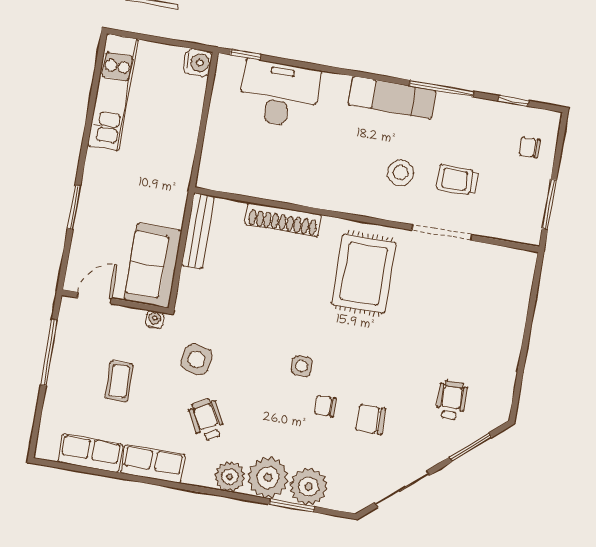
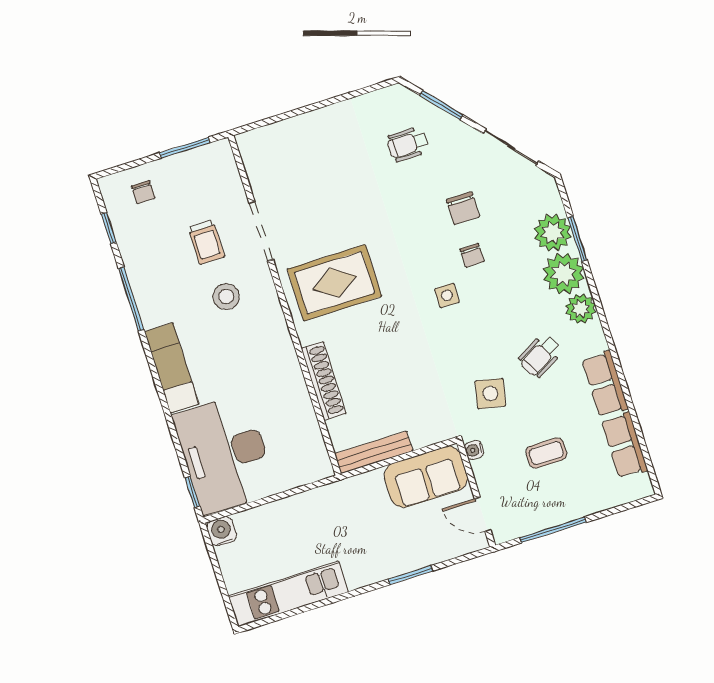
desk: (279, 94) -> (225, 454), width x1.36, depth x1.30
exam couch: (392, 98) -> (172, 368), moved

